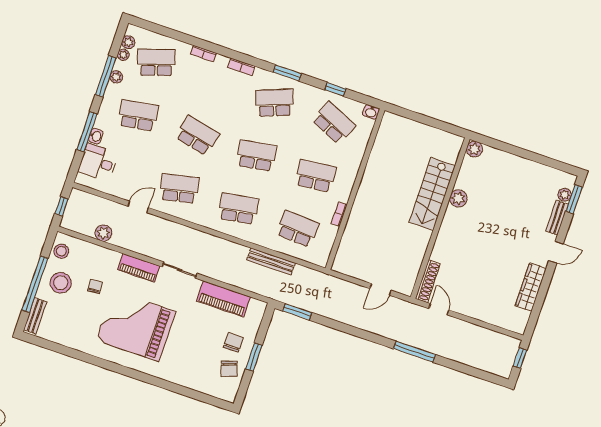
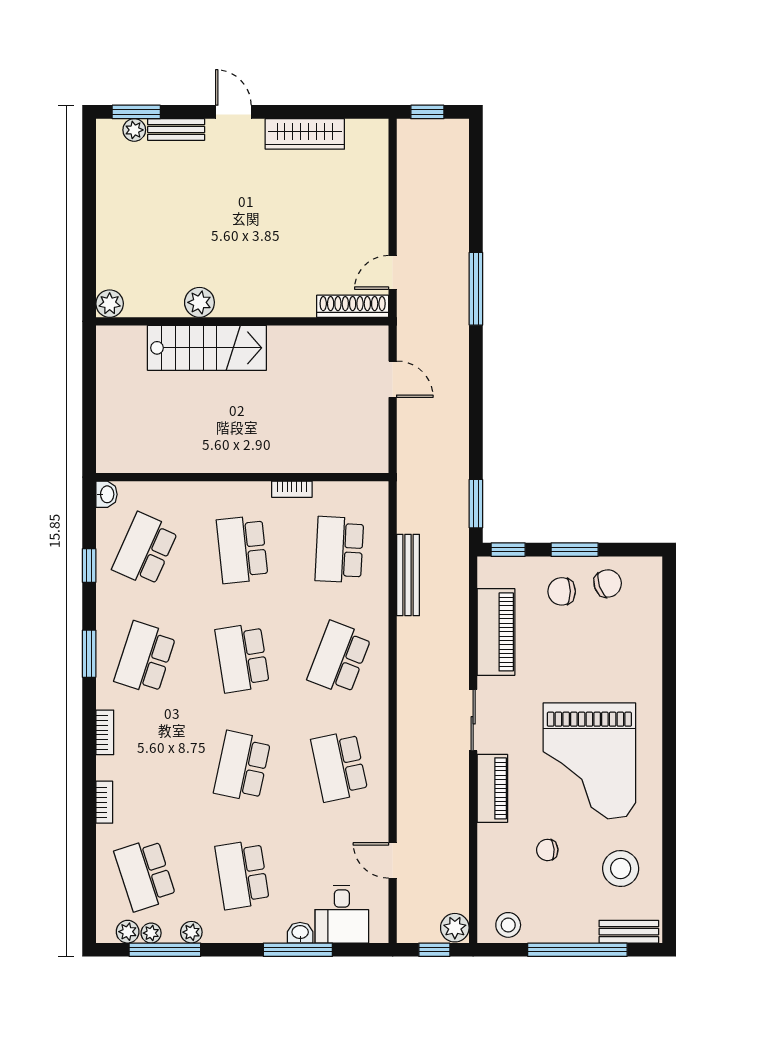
window: (106, 76) -> (165, 950), moved
school desk: (274, 103) -> (145, 658), turned 39
door: (138, 207) -> (393, 860), moved
school desk: (238, 209) -> (339, 658), turned 30
plant: (103, 233) -> (455, 928), moved
stool: (61, 283) -> (621, 869), moved
window: (266, 321) -> (508, 550), added

